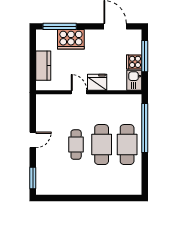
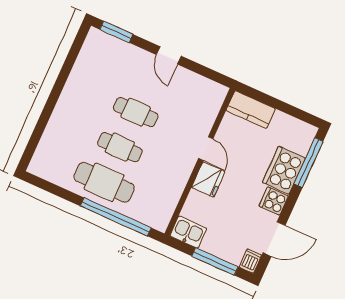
dishwasher: (135, 35) -> (250, 261), added
cooker: (134, 62) -> (274, 201), moved, turned -90
kitchen counter: (43, 66) -> (251, 110), moved
door: (79, 92) -> (206, 149), hinge flipped
cafe table: (102, 145) -> (120, 147), width x0.73, depth x0.74

